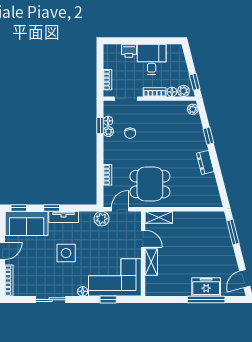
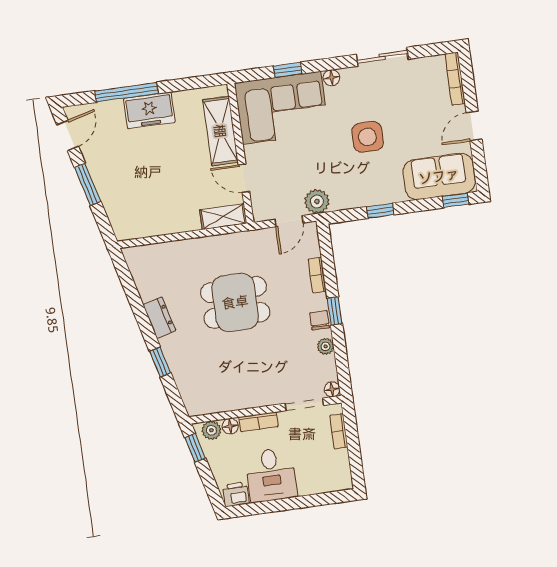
printer: (129, 51) -> (236, 494), moved
plant: (193, 109) -> (192, 402), removed
floor lamp: (108, 121) -> (332, 389), moved
window: (100, 126) -> (335, 311), moved
chair: (130, 133) -> (320, 320), moved
dining table: (150, 184) -> (235, 302), moved
window: (52, 208) -> (380, 211), moved
tv unit: (64, 217) -> (380, 196), removed
window: (233, 232) -> (88, 184), moved
shelving: (151, 262) -> (220, 131), width x1.50, depth x1.33
freezer: (206, 287) -> (149, 110), moved

